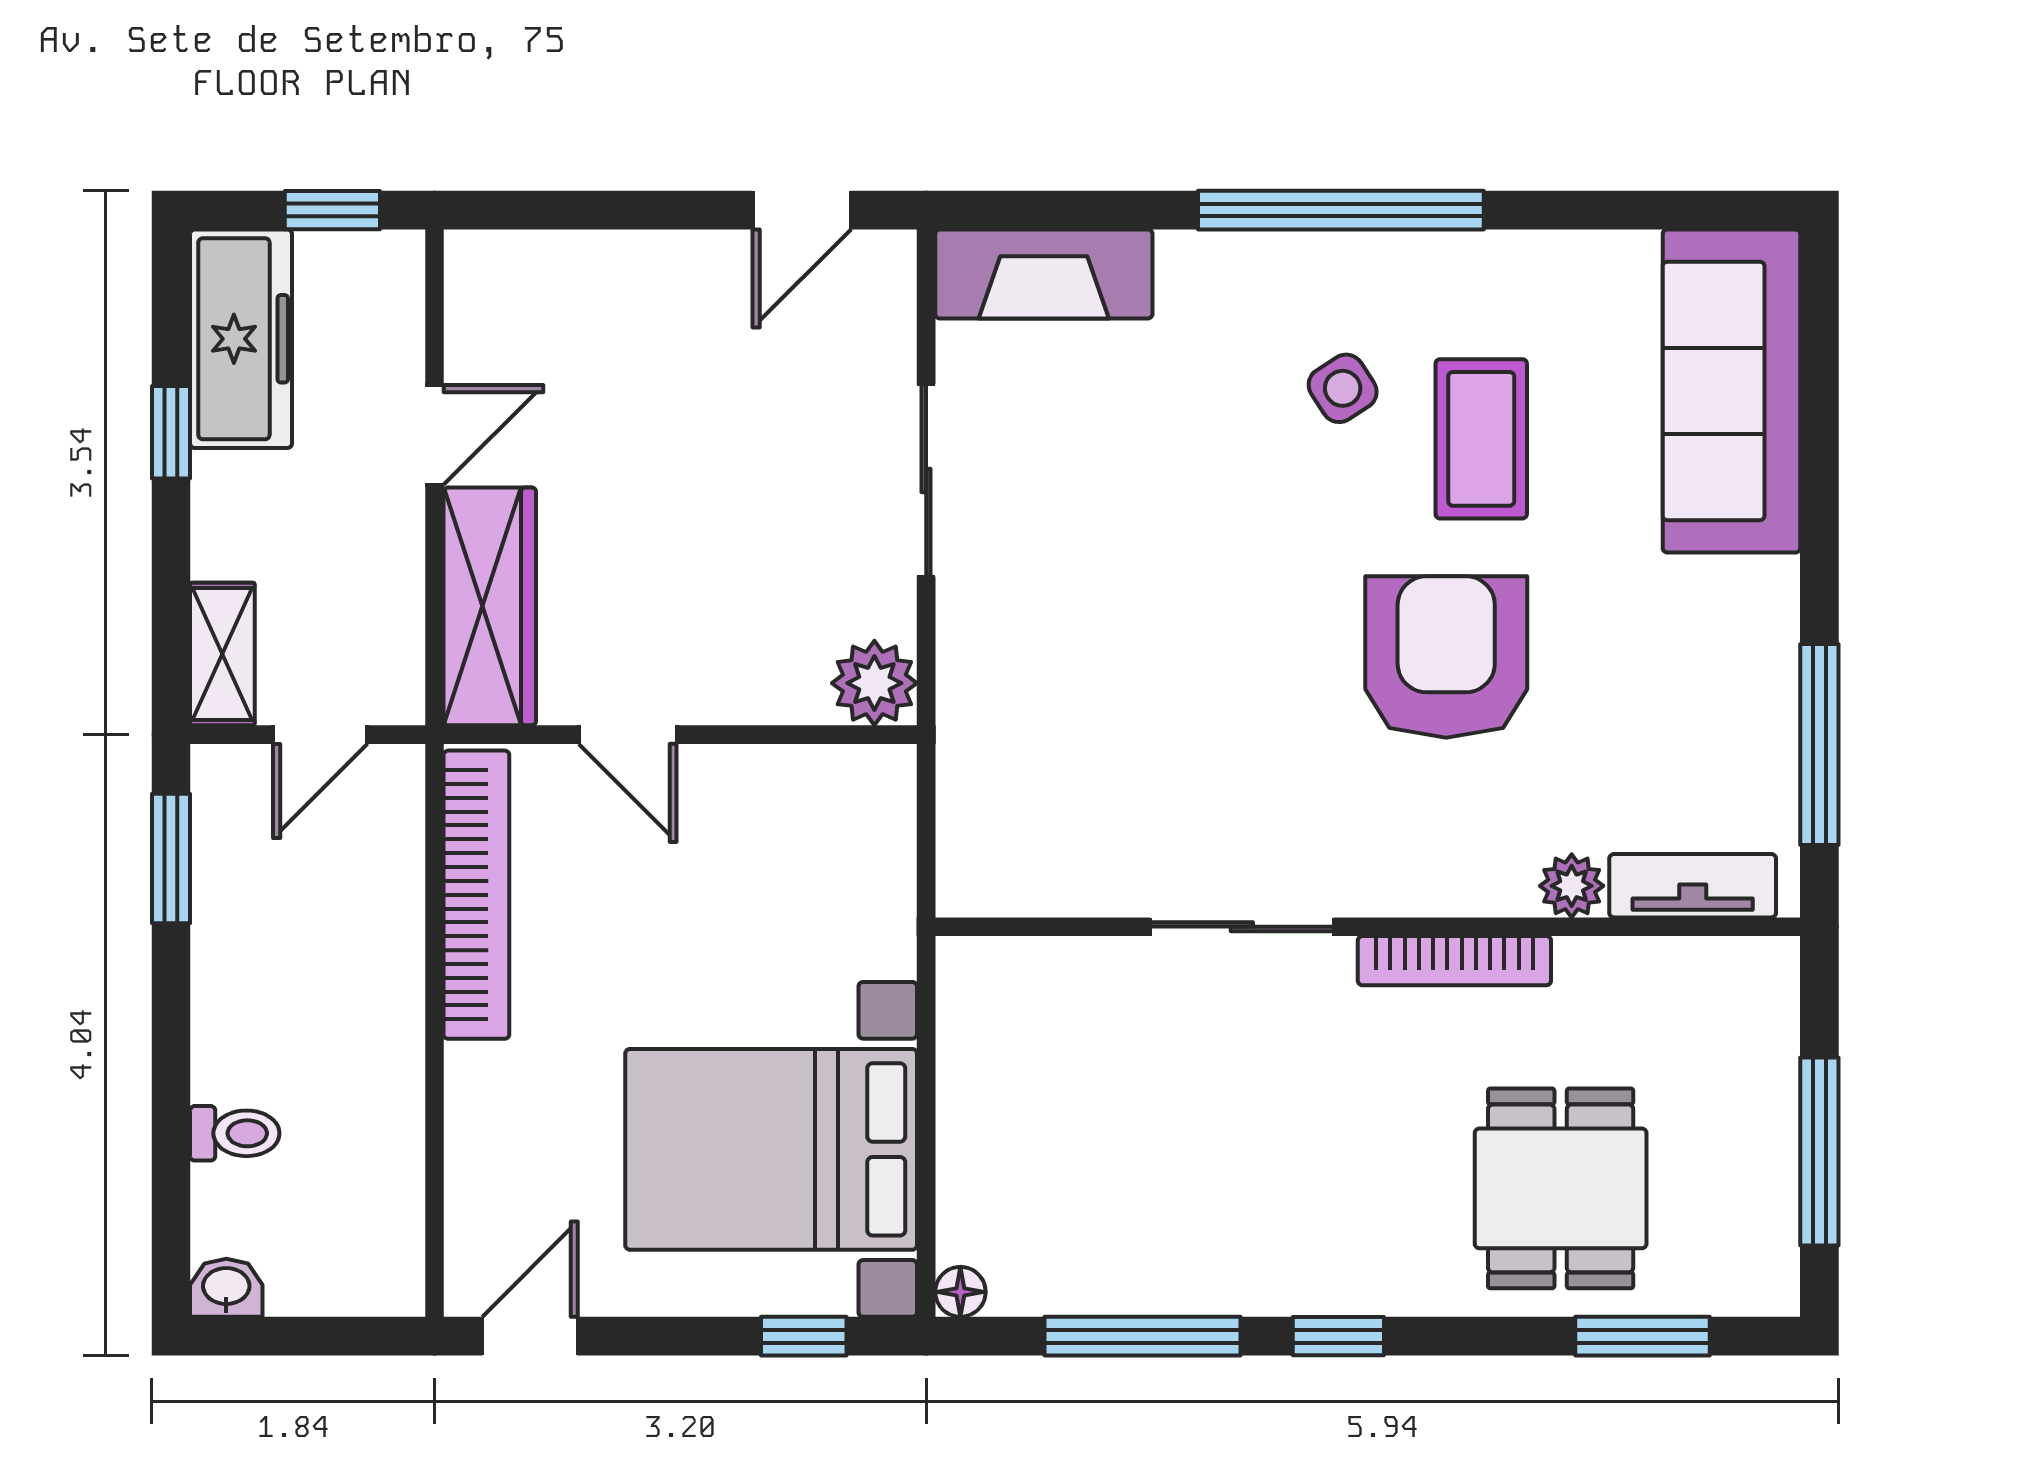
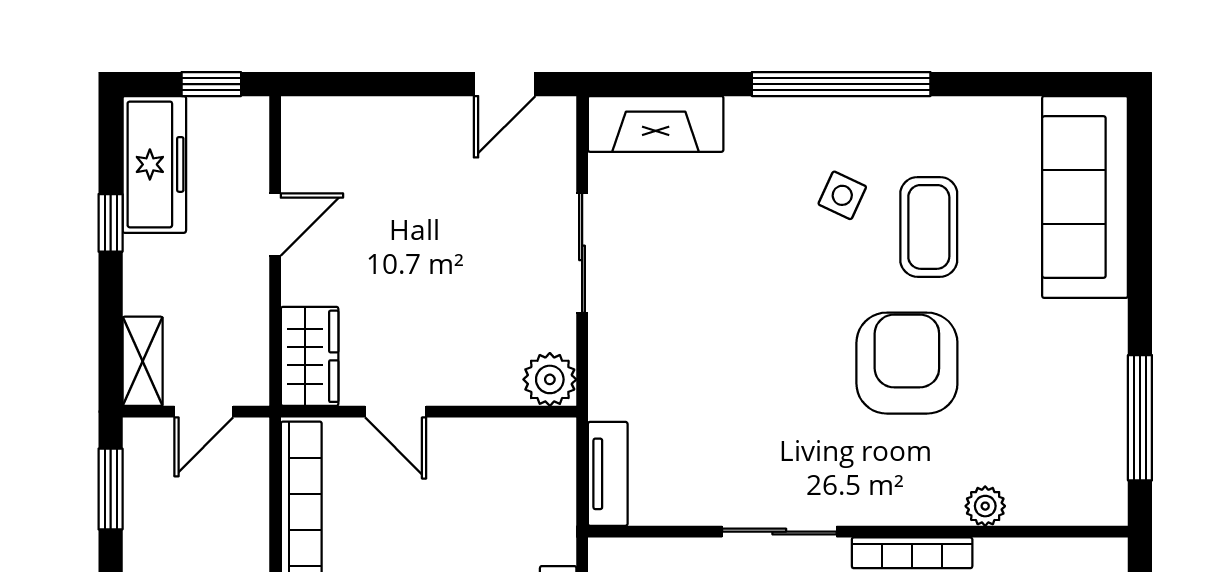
side table: (1343, 388) -> (842, 195), turned -32
wardrobe: (490, 606) -> (310, 356), width x0.67
tv unit: (1693, 886) -> (608, 474), moved, turned 90

